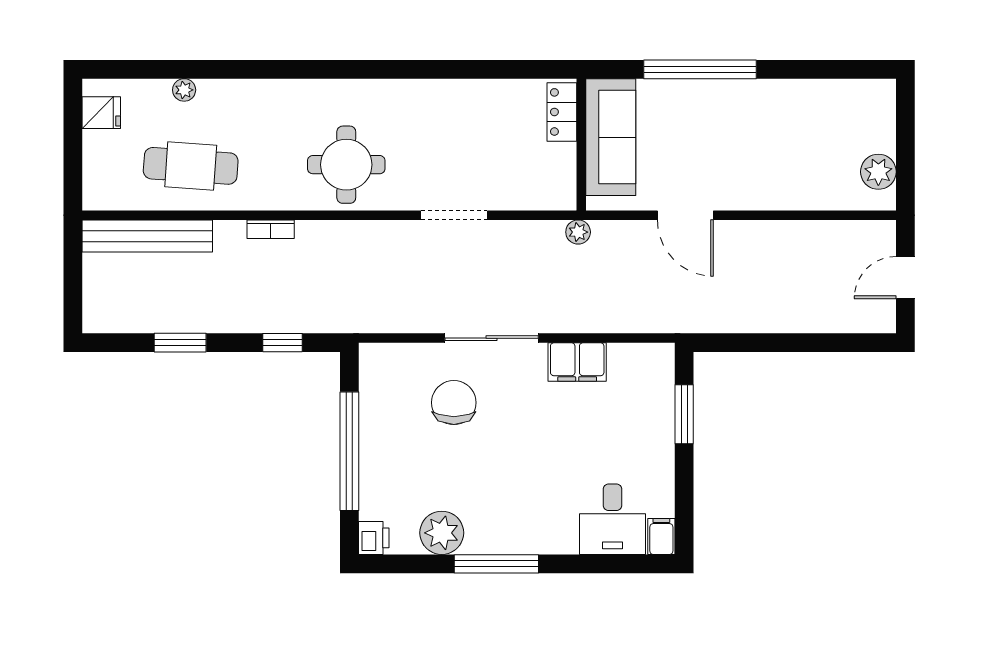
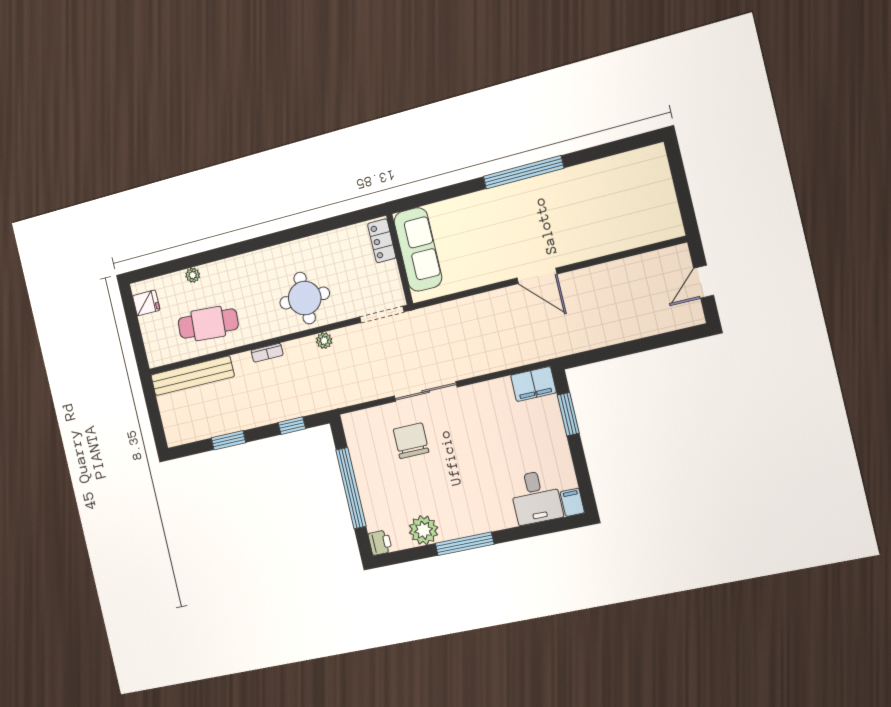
locker: (562, 112) -> (382, 241), moved
sofa: (611, 137) -> (418, 249), moved
wall: (581, 145) -> (400, 259), moved
plant: (878, 172) -> (666, 211), removed
plant: (578, 232) -> (324, 341), moved
filing cabinet: (577, 362) -> (533, 384), moved

